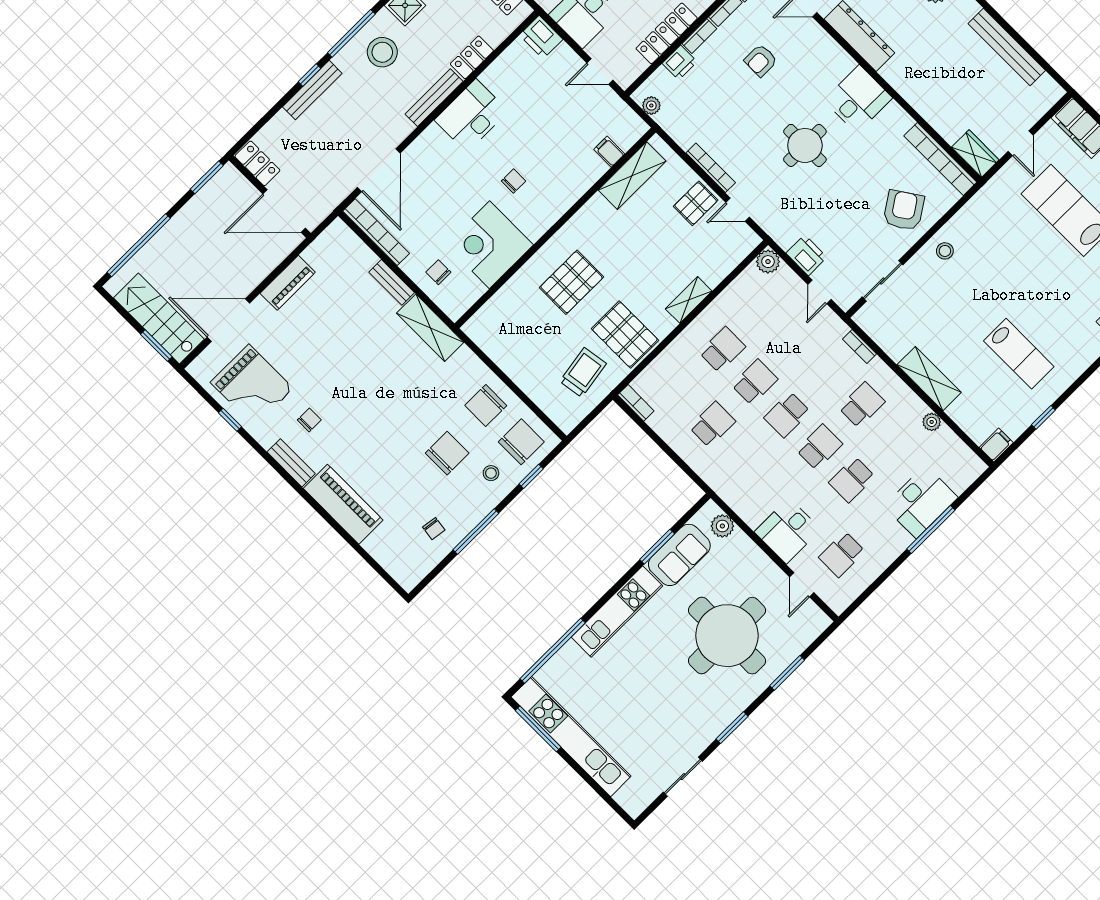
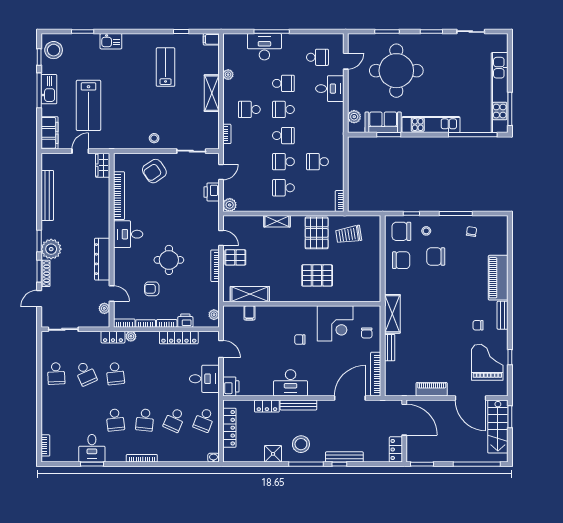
armchair: (761, 60) -> (152, 289), turned 180
round table: (805, 145) -> (169, 260), moved
bookcase: (940, 159) -> (119, 196), moved

